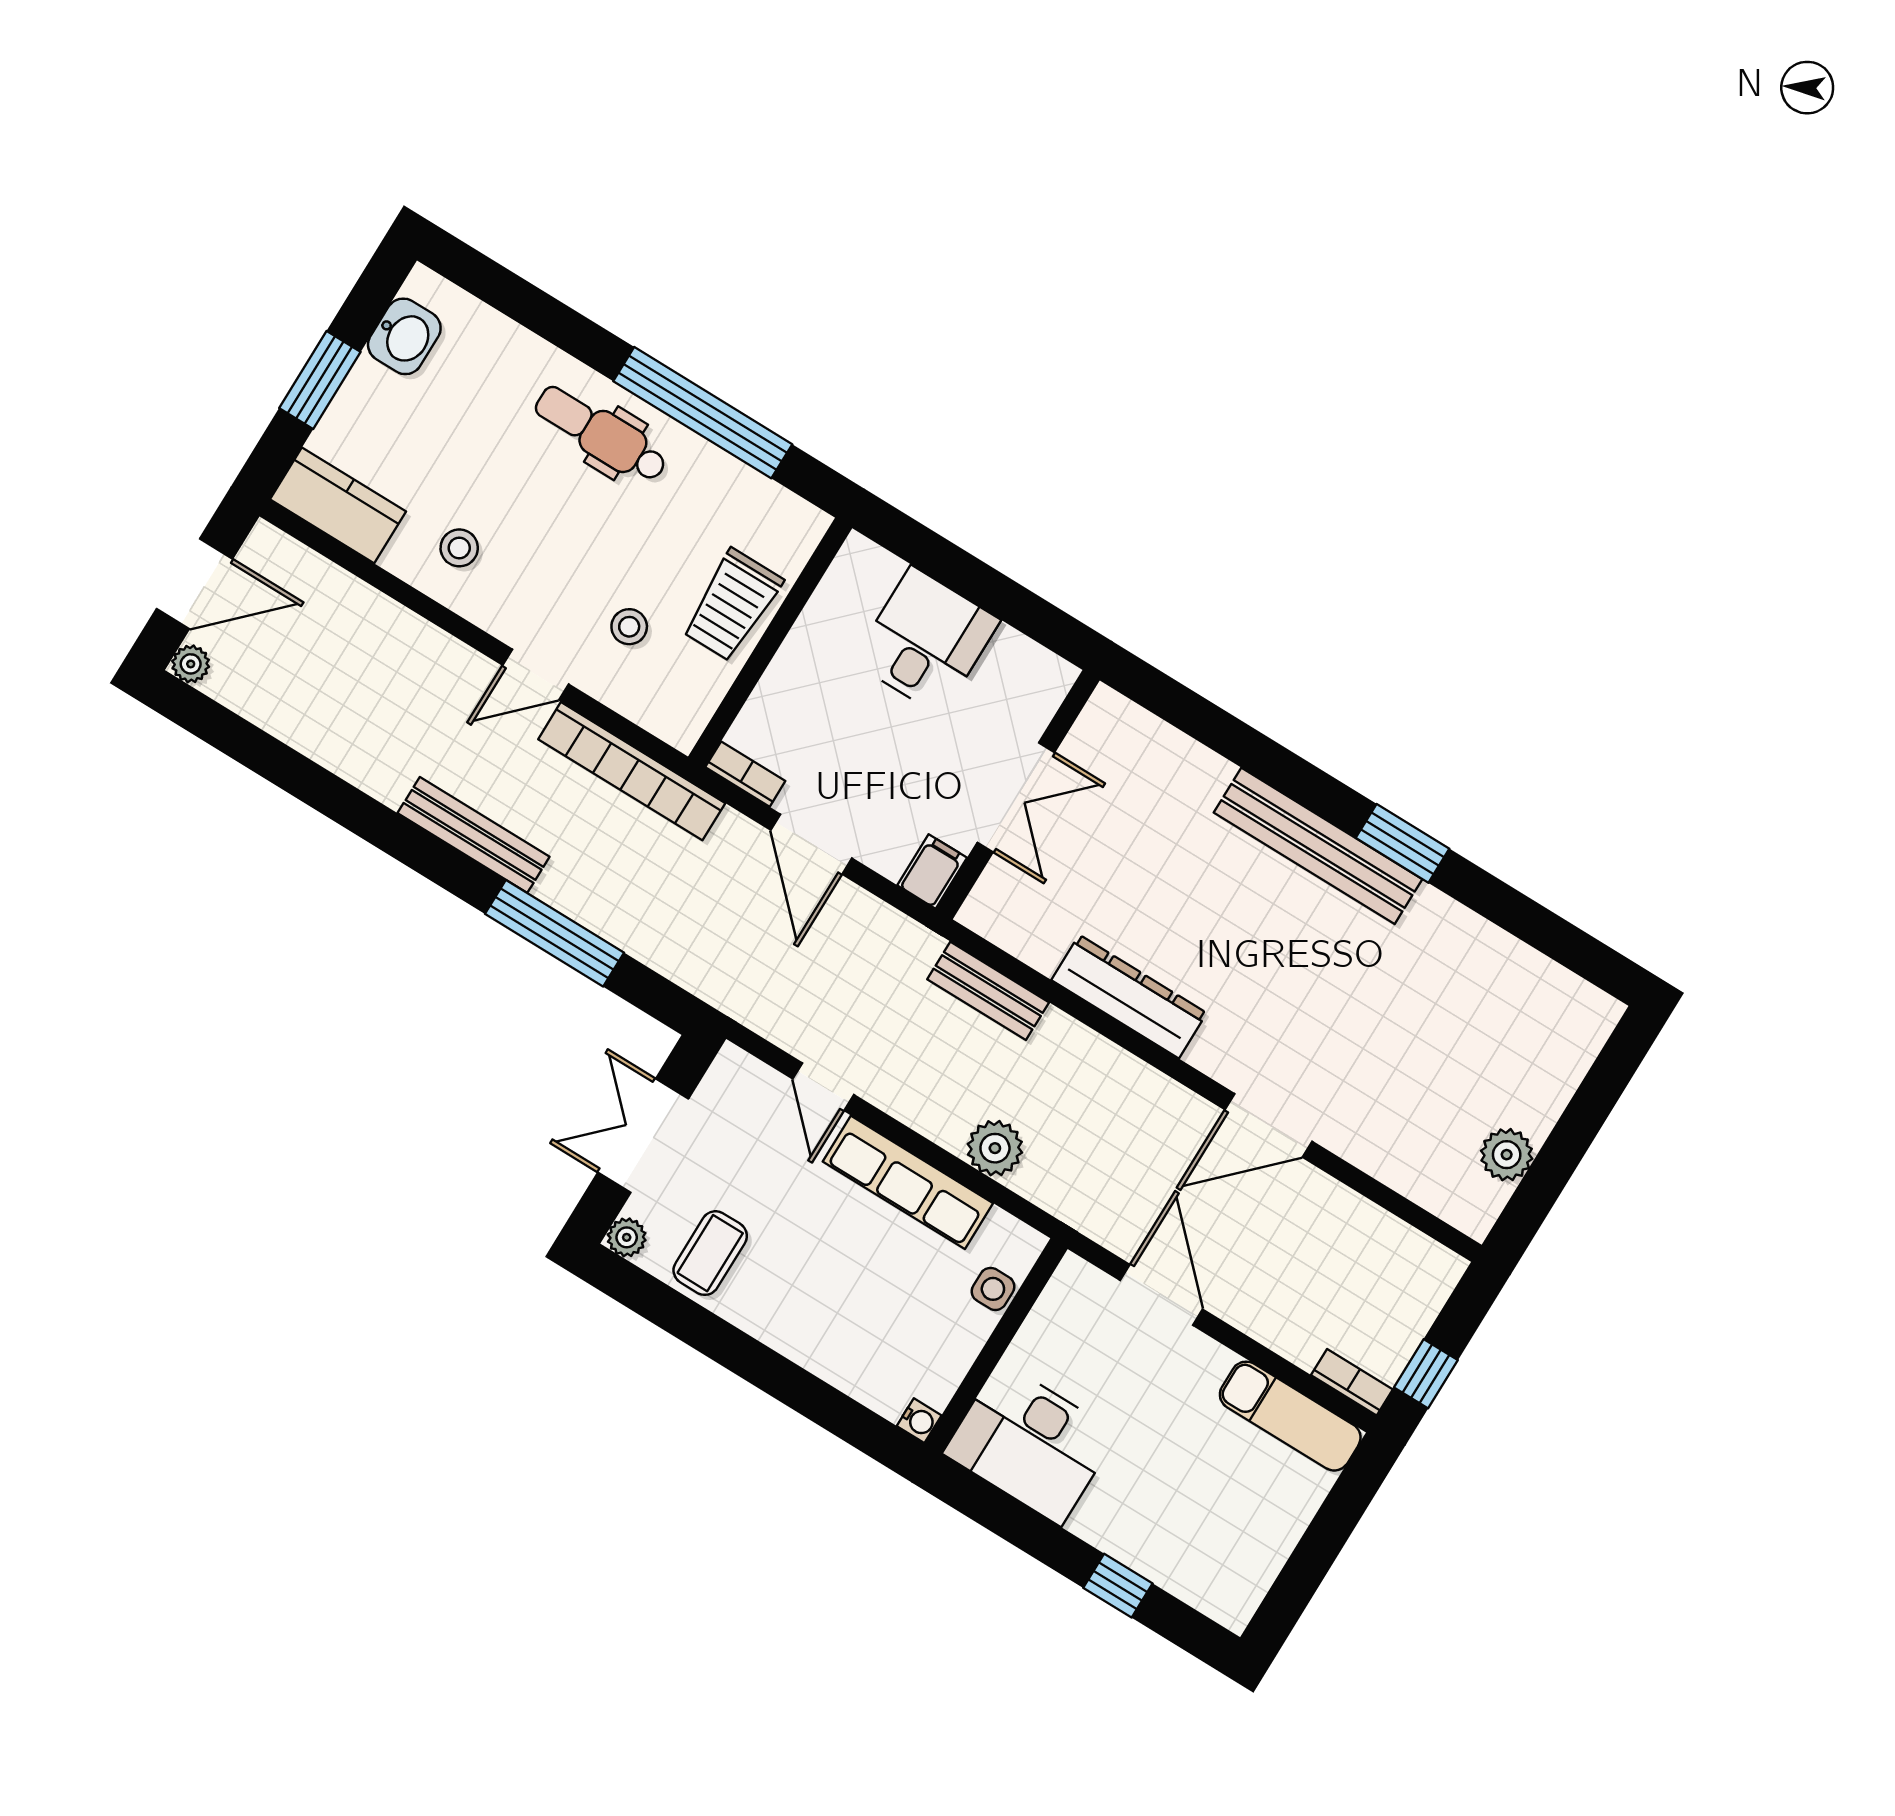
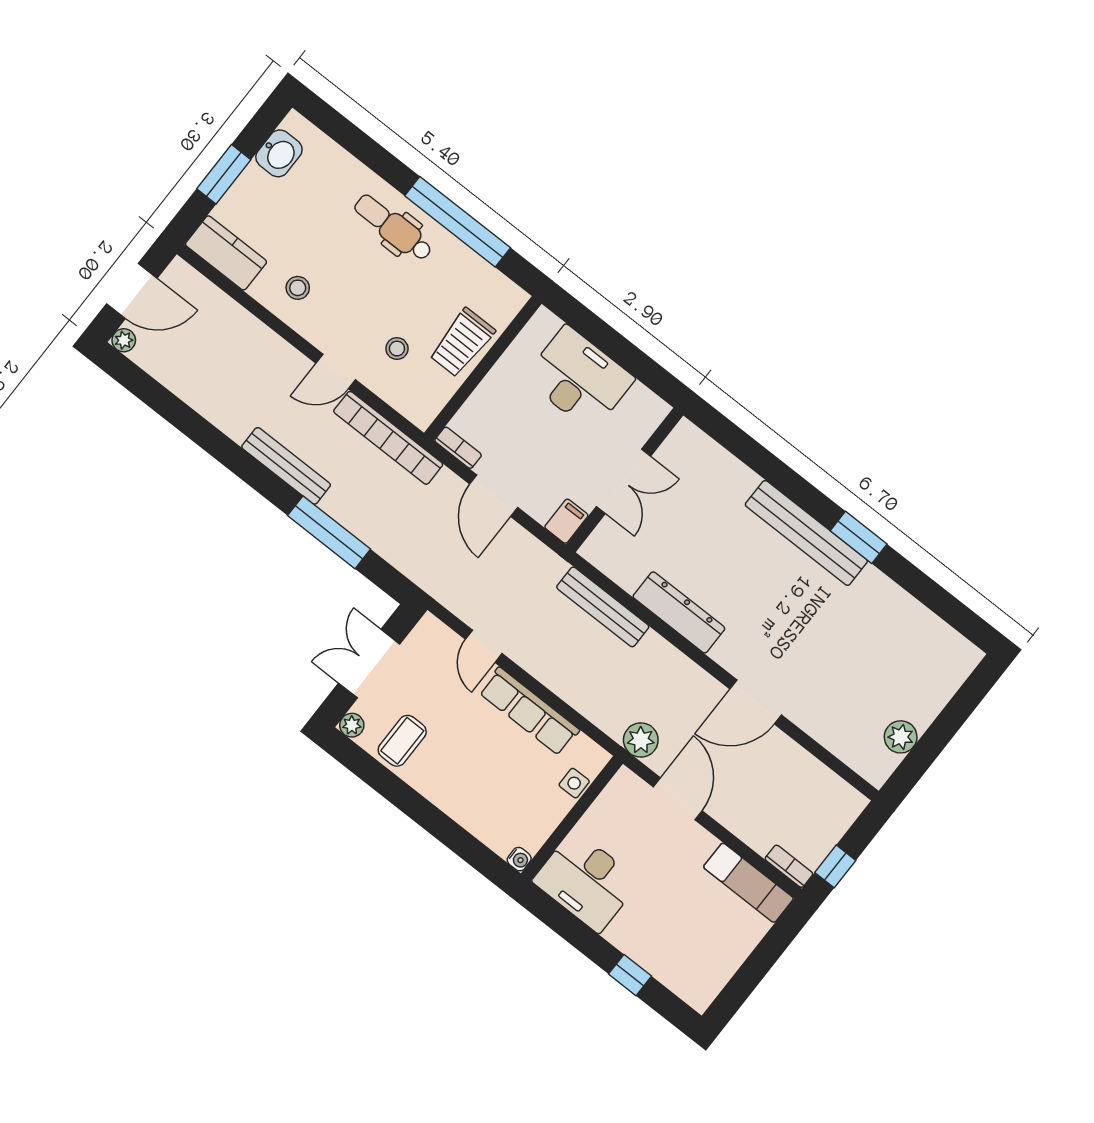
desk: (926, 641) -> (579, 378), width x1.37
bench: (988, 991) -> (603, 607), width x1.36
plant: (995, 1148) -> (641, 740), moved

